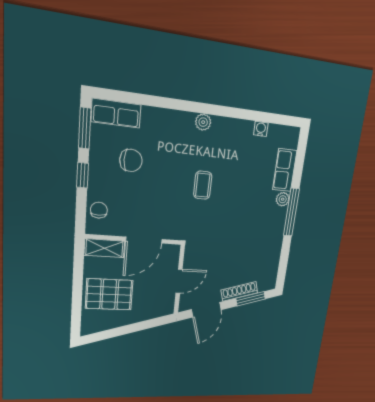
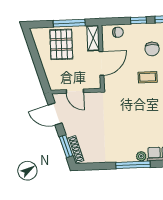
coffee table: (203, 185) -> (148, 77), moved
door: (144, 240) -> (101, 63), swing flipped
window: (78, 281) -> (69, 23), added
shoe rack: (239, 291) -> (75, 149), moved

